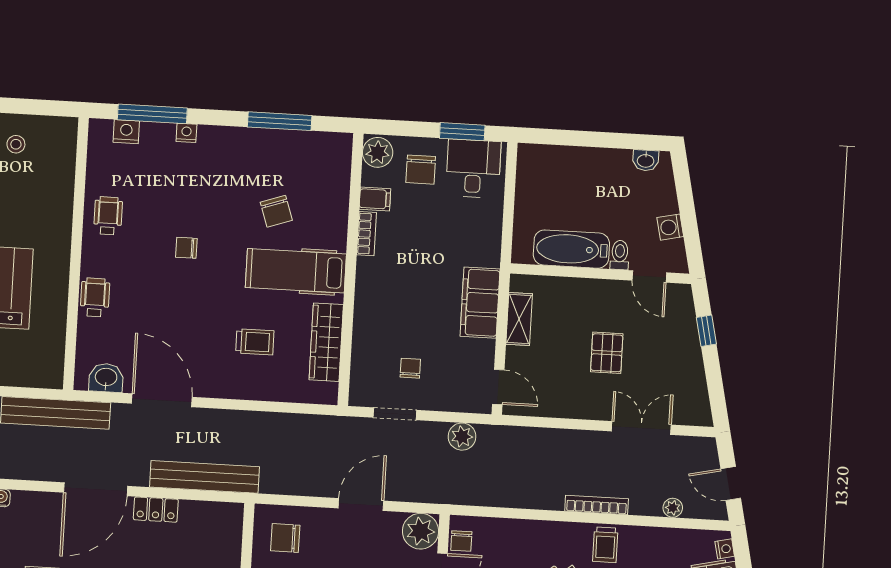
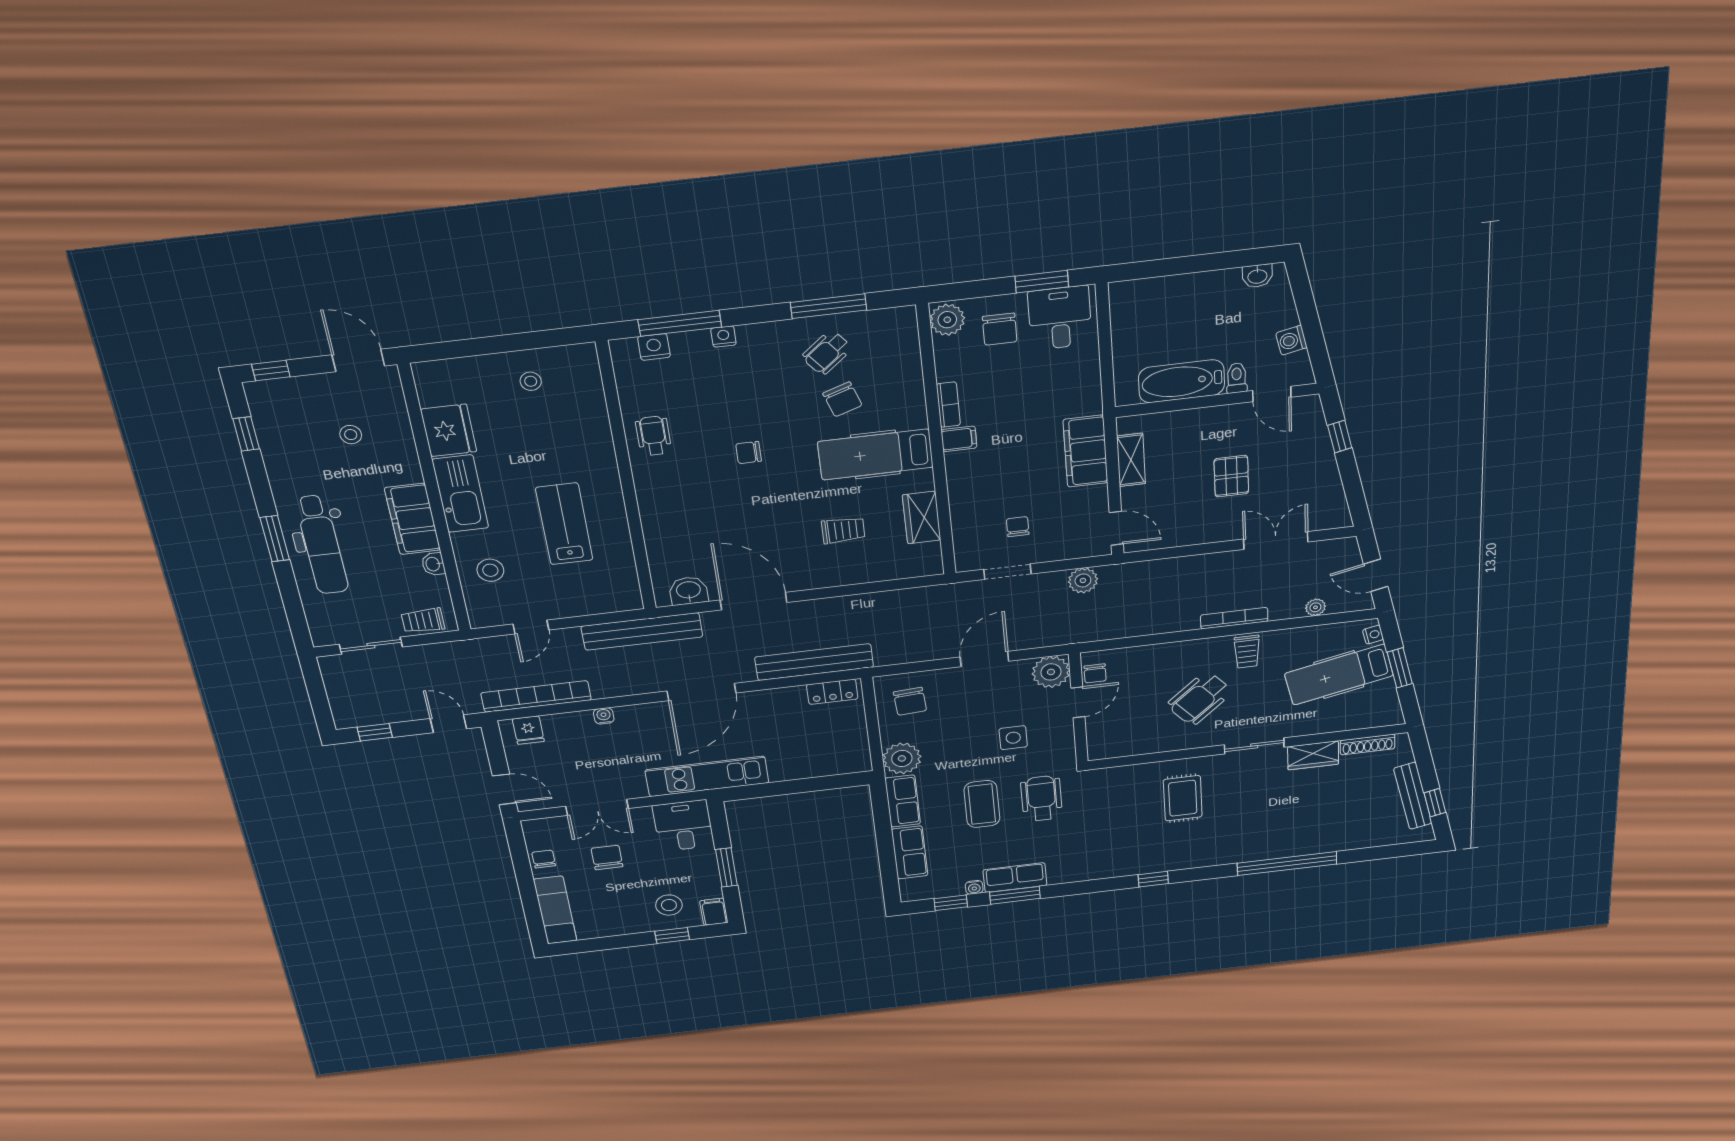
filing cabinet: (375, 199) -> (959, 439), moved
wheelchair: (95, 297) -> (827, 353), moved, turned -129
wardrobe: (326, 342) -> (922, 518), width x0.67
locker: (156, 510) -> (832, 692), moved
chair: (285, 538) -> (910, 701), turned -94

